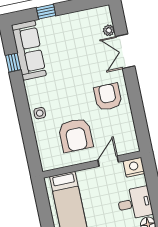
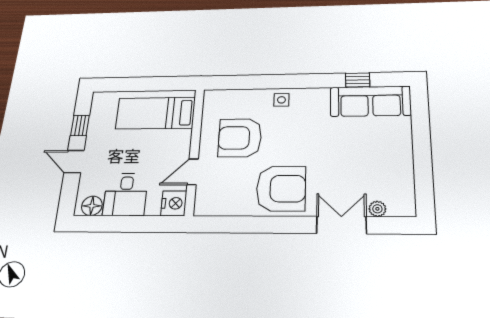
window: (46, 12) -> (421, 132), removed
armchair: (108, 97) -> (281, 189), width x1.36, depth x1.36
door: (108, 161) -> (193, 172), swing flipped

